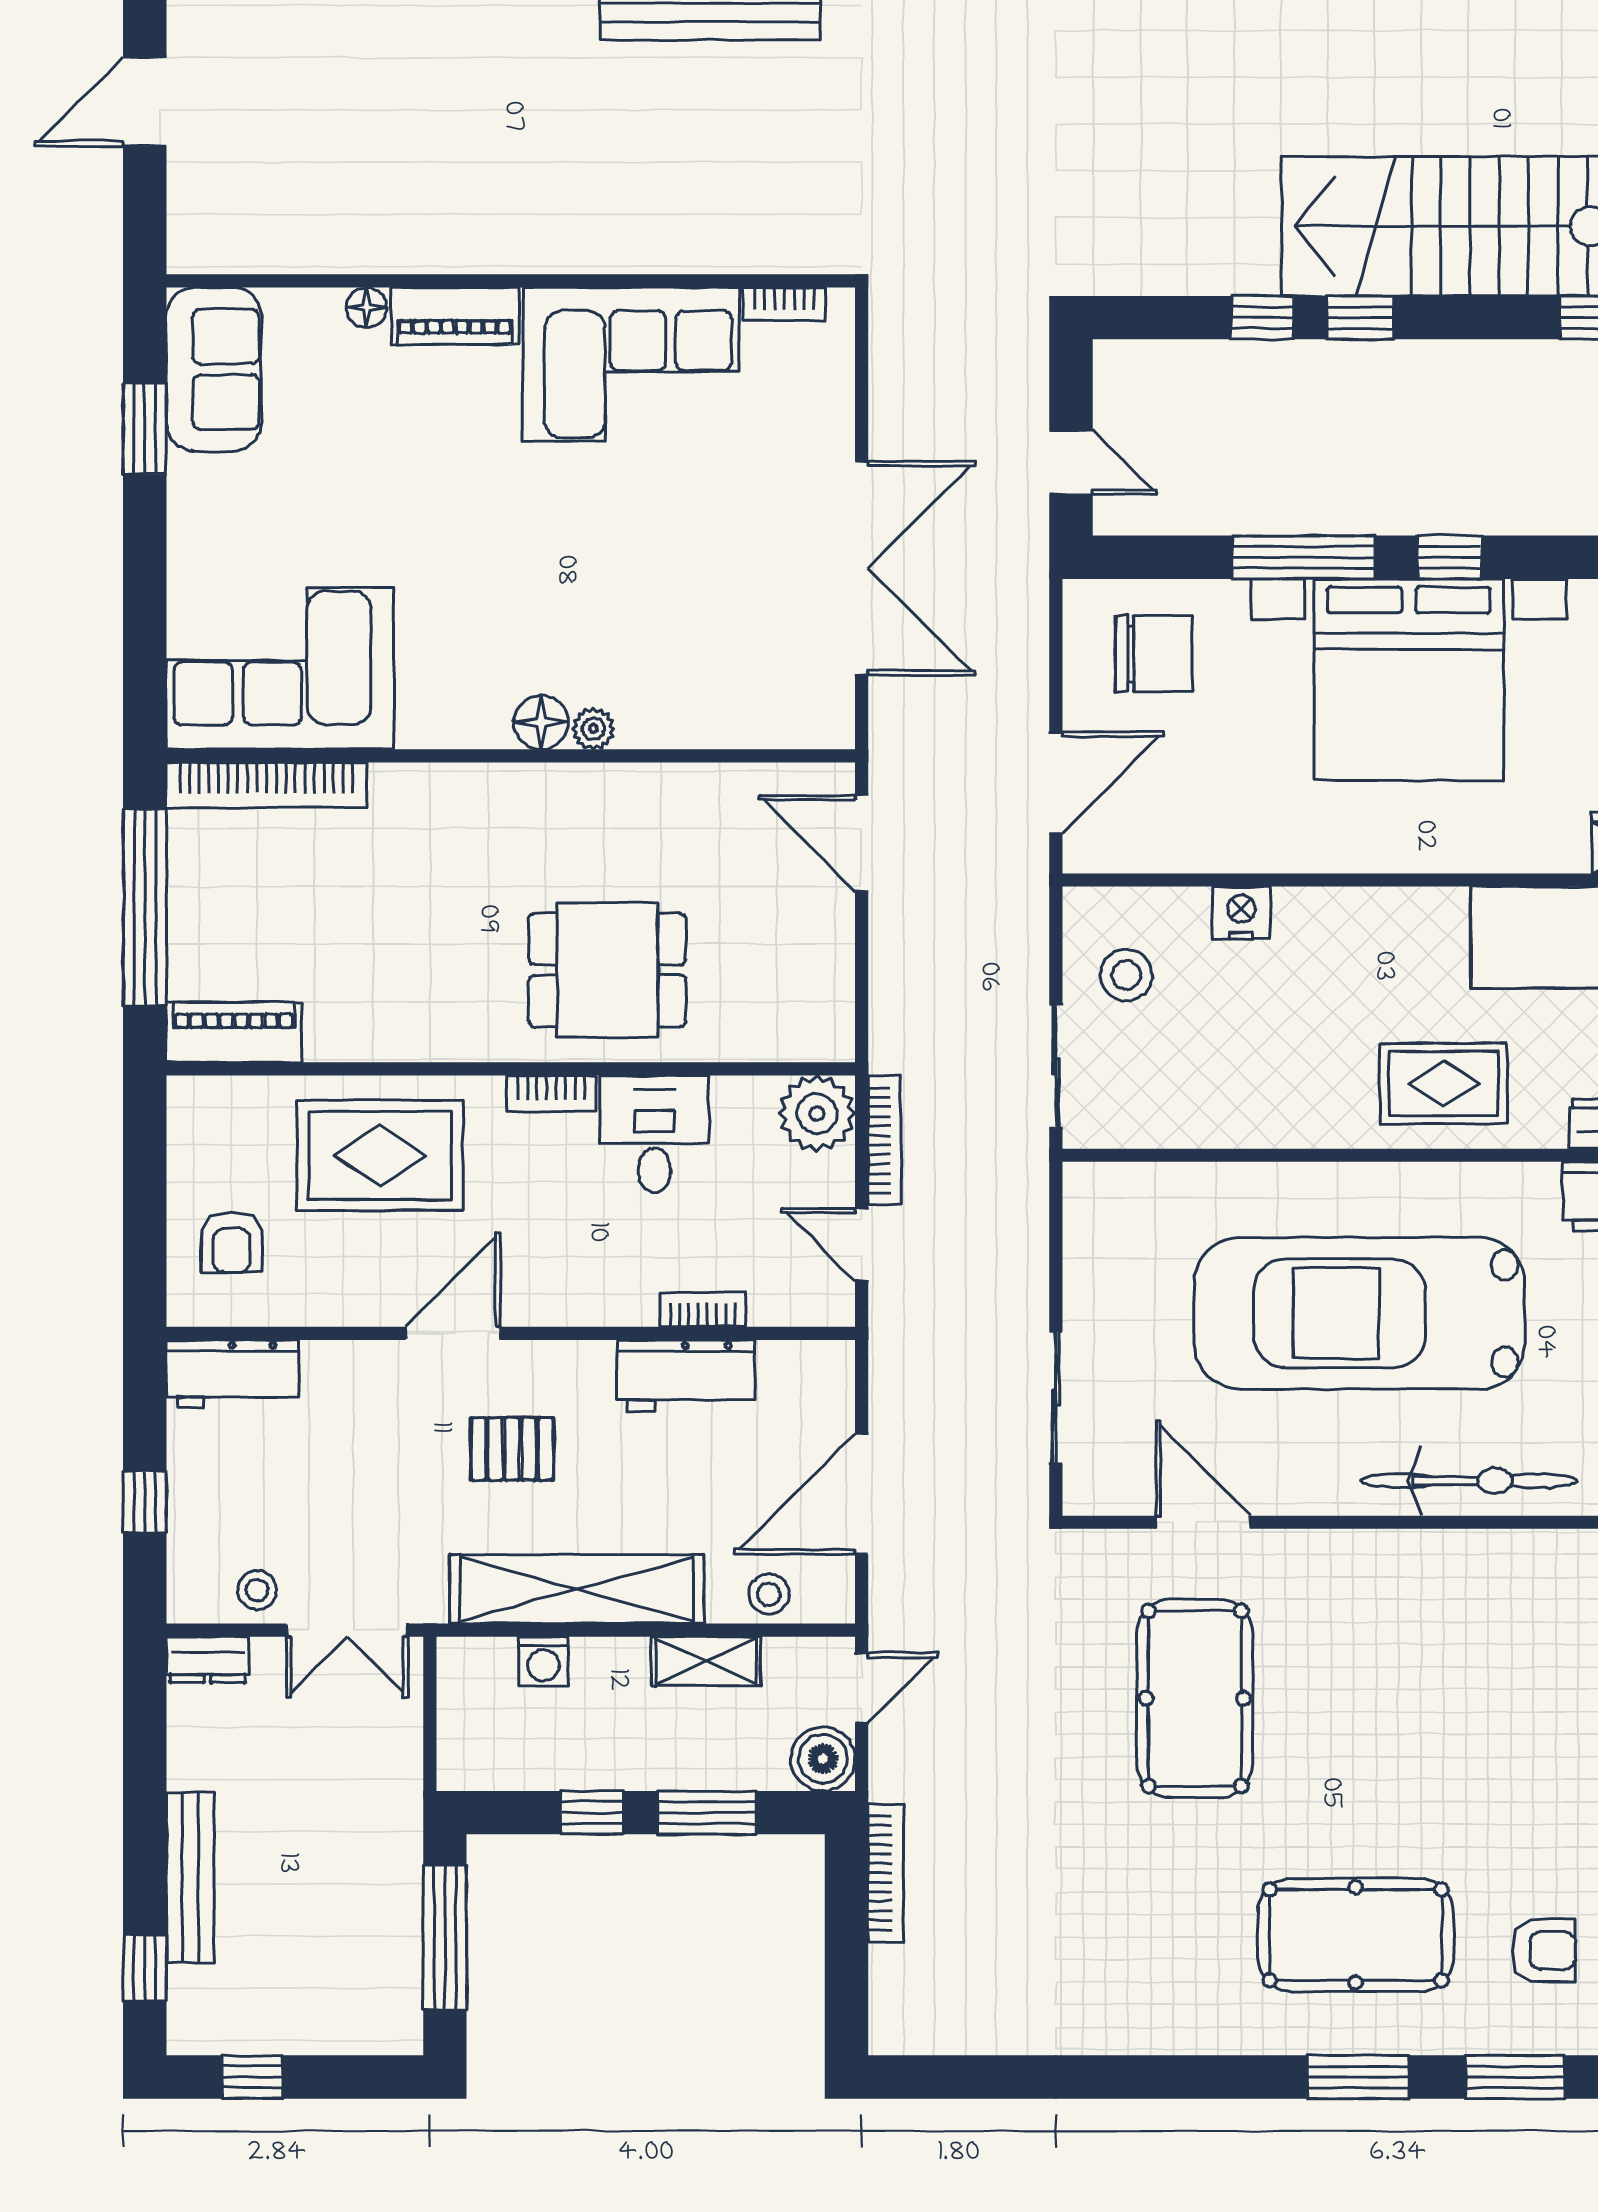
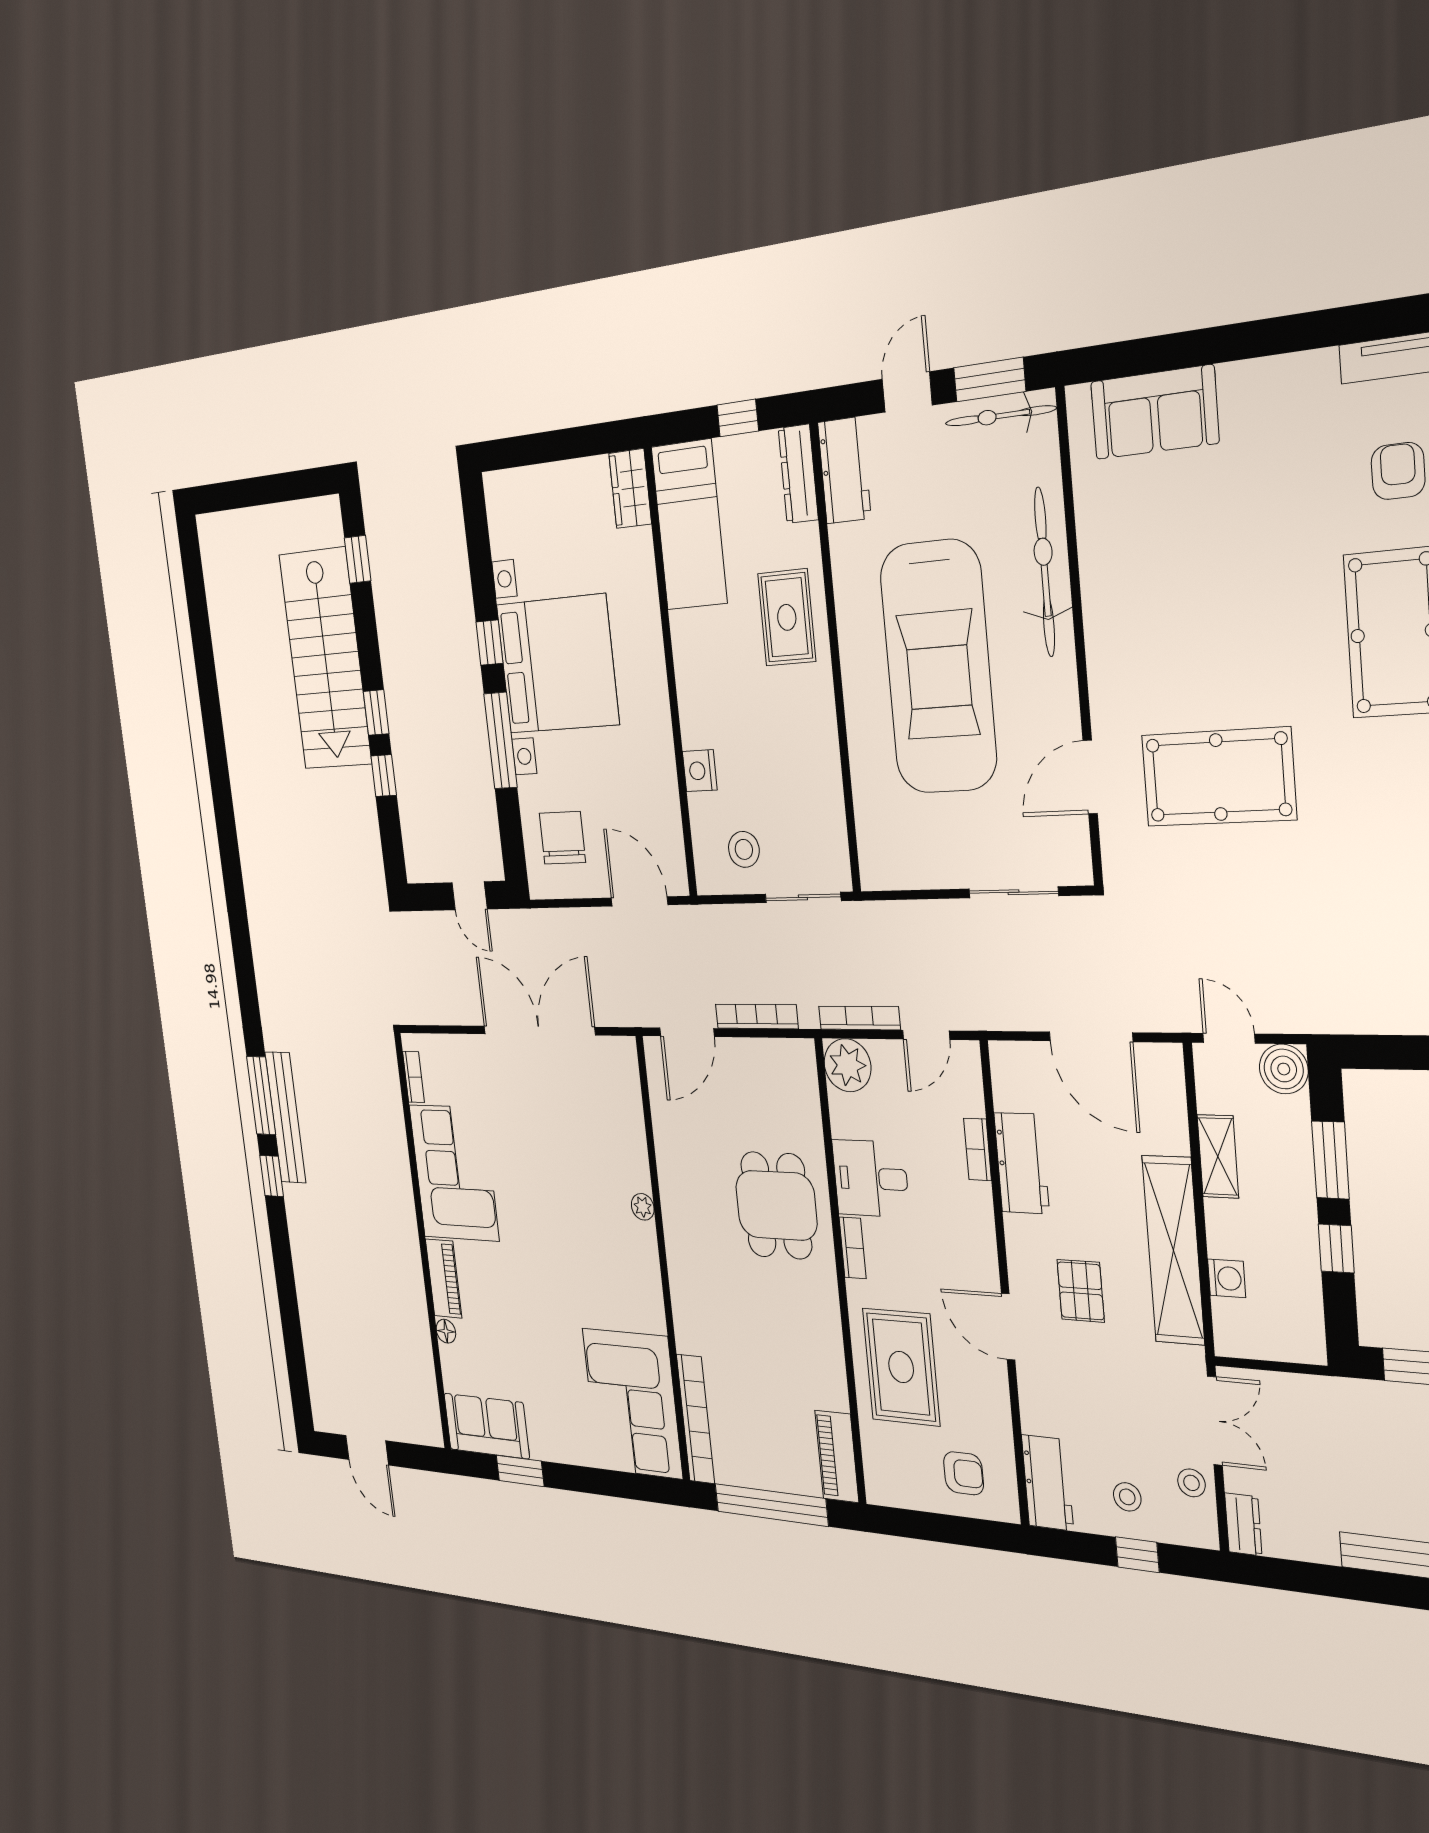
door: (1071, 462) -> (470, 896), swing flipped
floor lamp: (541, 722) -> (643, 1240), removed
stool: (769, 1594) -> (1127, 1497), moved
bookcase: (886, 1873) -> (757, 1016), moved

